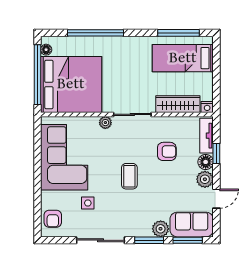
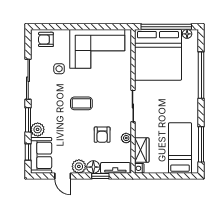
wardrobe: (178, 104) -> (142, 150), width x0.67
plant: (105, 123) -> (126, 138), moved
window: (188, 240) -> (28, 152), width x0.67

